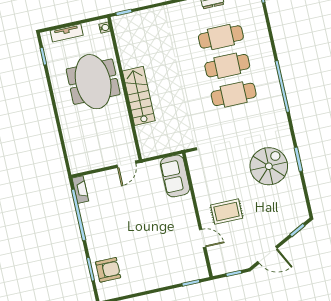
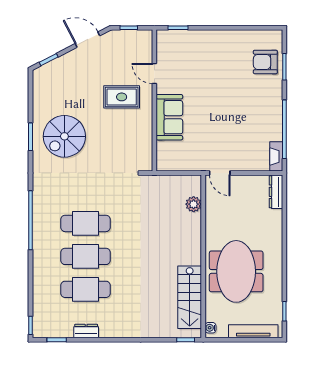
tv unit: (67, 33) -> (253, 331), width x1.41
stairs: (139, 96) -> (190, 297), moved
plant: (143, 132) -> (194, 204), added
dresser: (74, 159) -> (276, 192), added
door: (126, 164) -> (220, 173), swing flipped
sofa: (175, 176) -> (169, 117), moved

